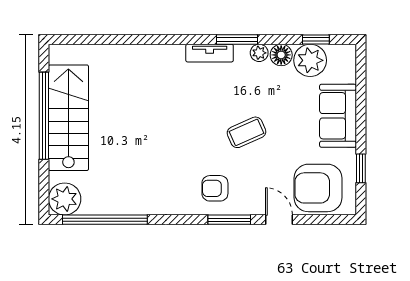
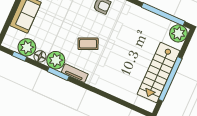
plant: (259, 53) -> (56, 60), width x1.88, depth x1.88
coffee table: (246, 132) -> (88, 44), moved

